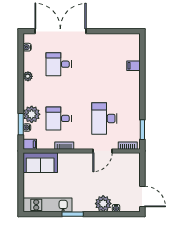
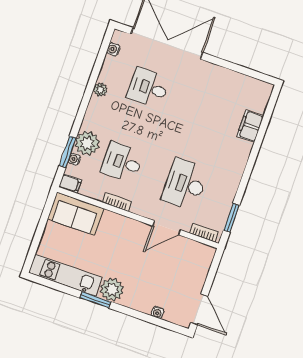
filing cabinet: (134, 66) -> (250, 126), width x2.00
plant: (103, 204) -> (112, 289), moved

